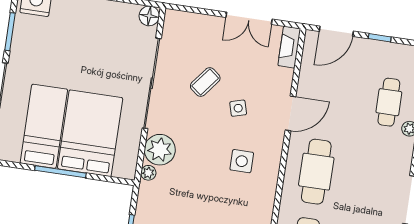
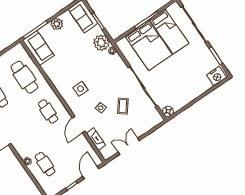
fireplace: (289, 47) -> (96, 139), moved
plant: (160, 150) -> (101, 43), moved
cafe table: (316, 172) -> (48, 111), width x0.73, depth x0.74

